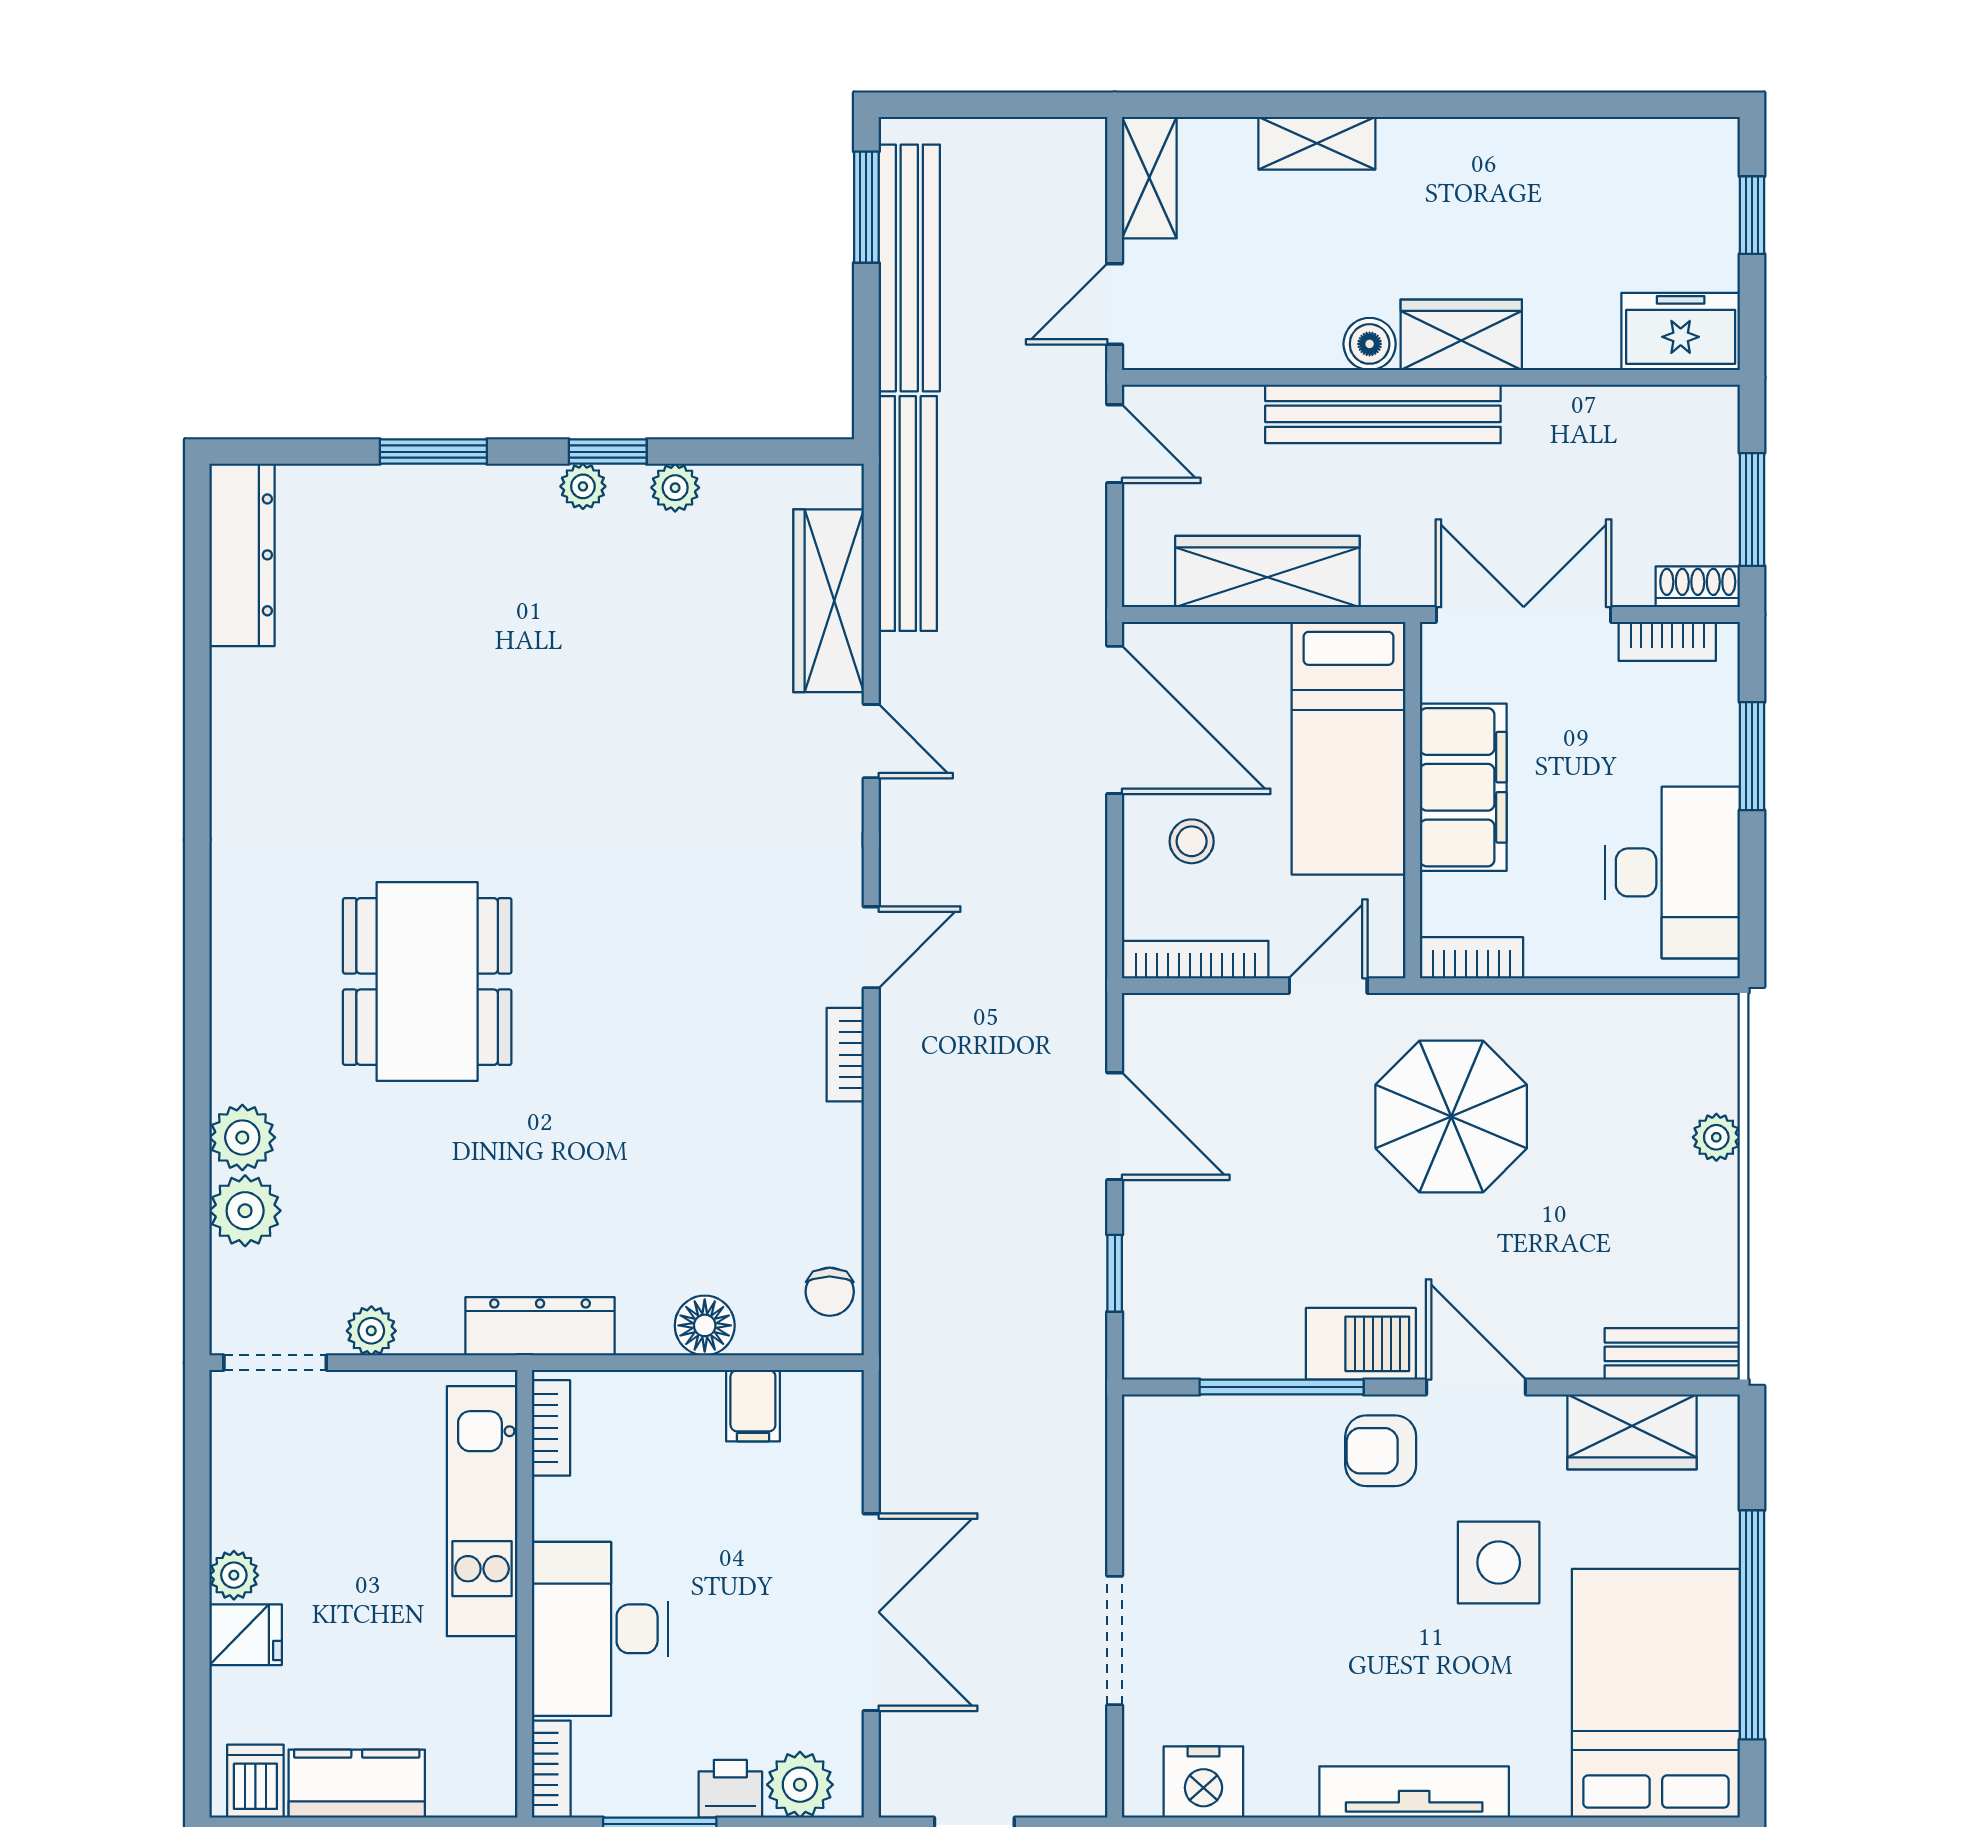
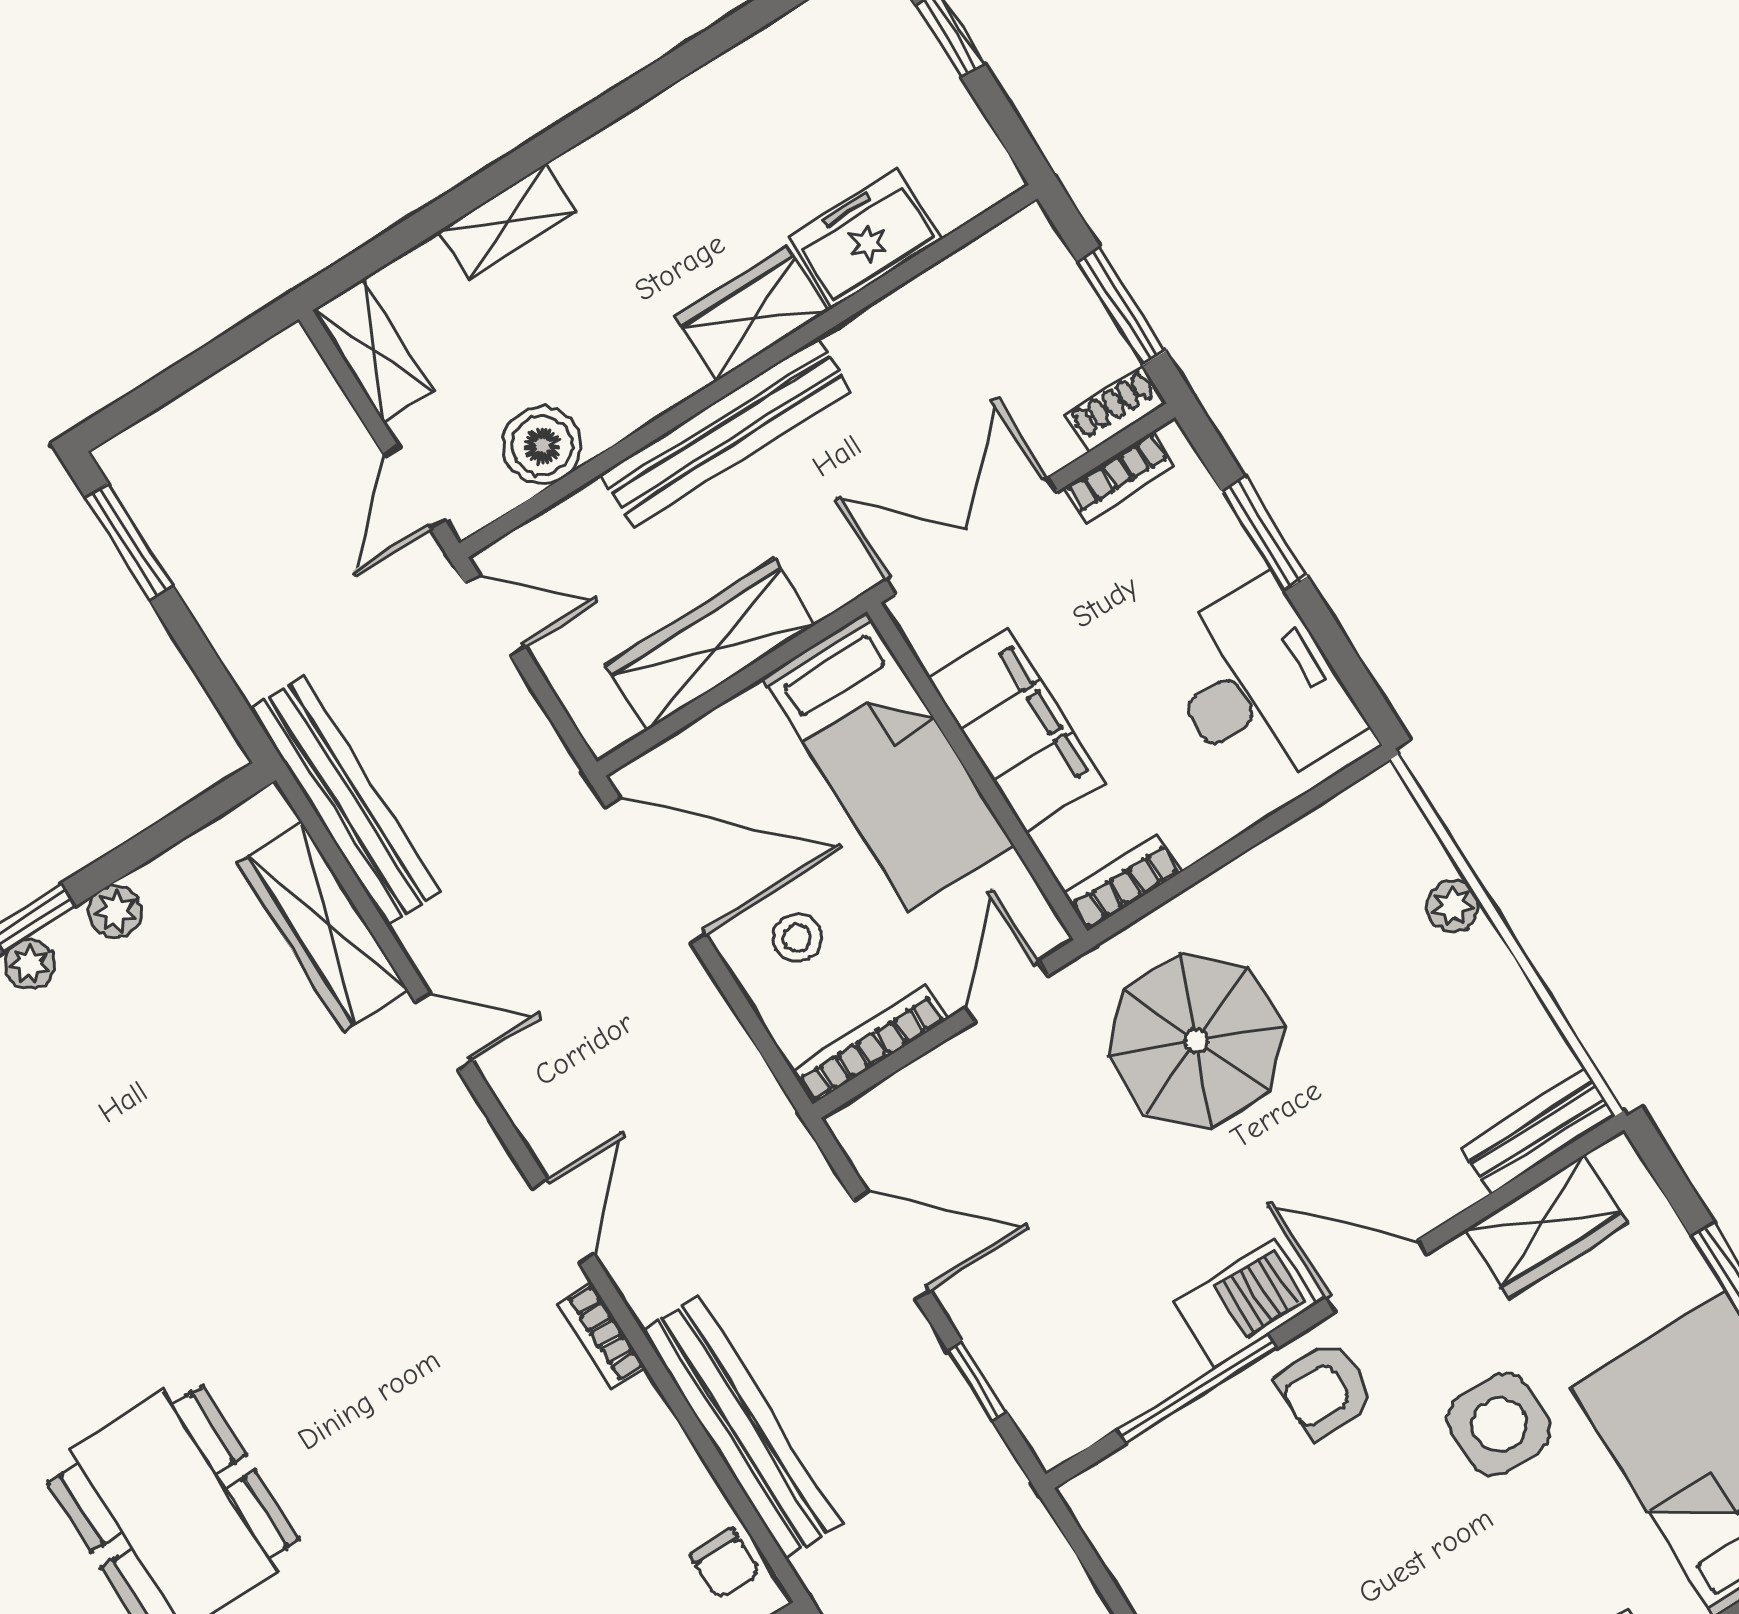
bench: (909, 268) -> (742, 1427), moved
freezer: (1681, 331) -> (865, 238), moved
boiler: (1370, 344) -> (542, 445), moved, width x1.36, depth x1.36

